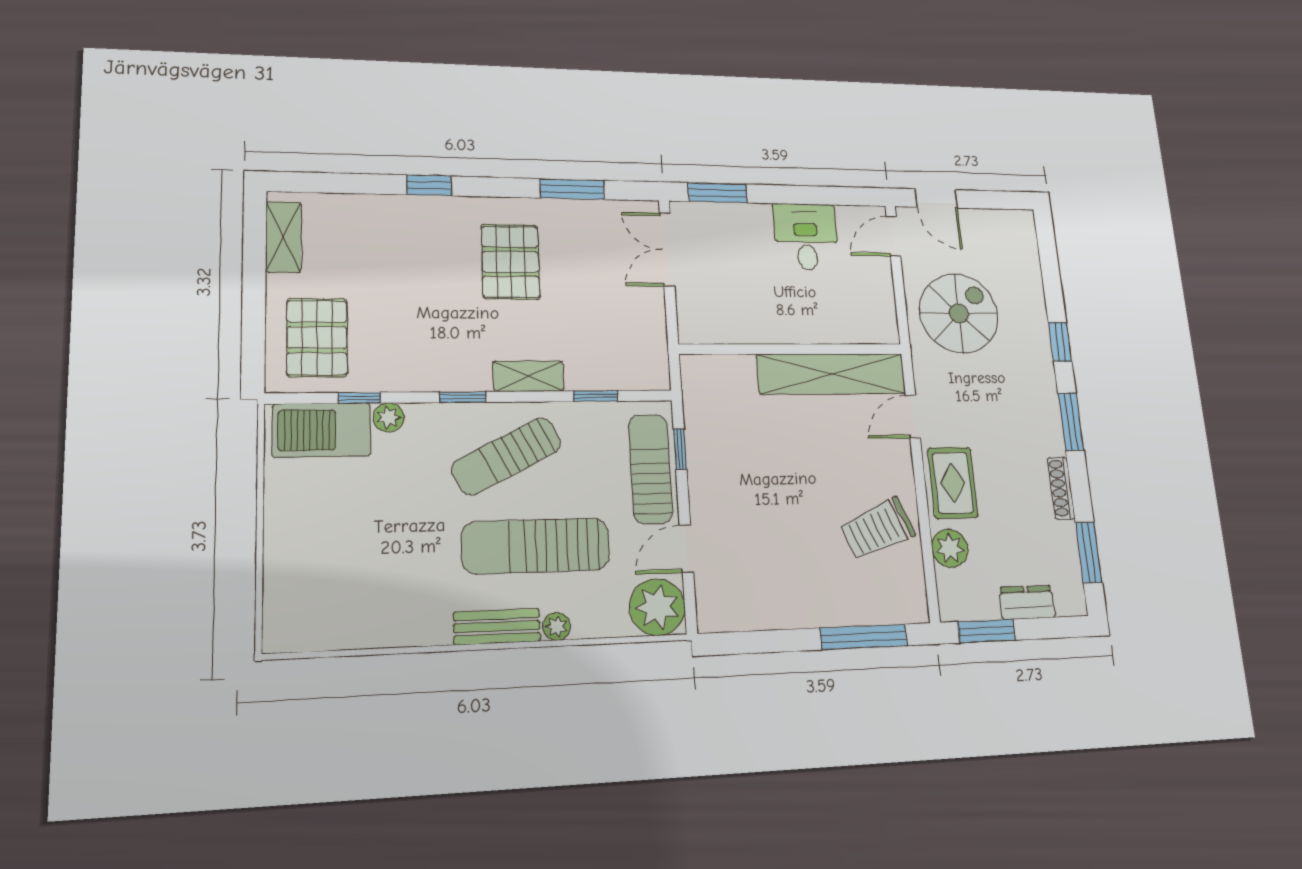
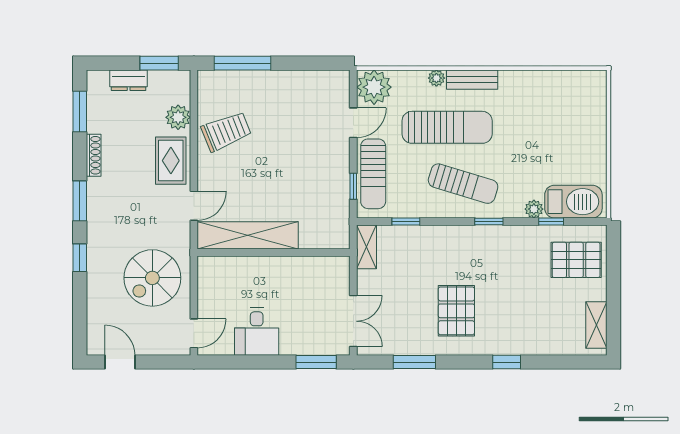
door: (936, 198) -> (120, 362), moved
pallet: (317, 338) -> (576, 260), turned 90
shelving: (528, 376) -> (367, 247), moved, turned 90
sun lounger: (507, 456) -> (463, 184), turned 44

